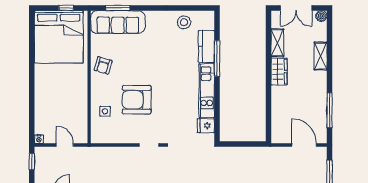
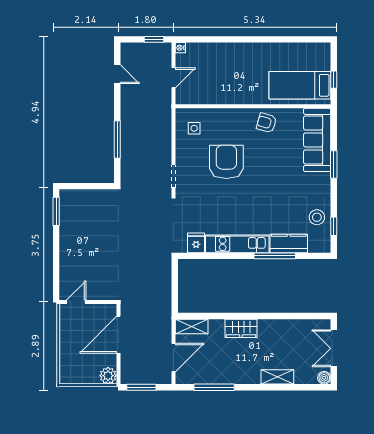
window: (118, 8) -> (334, 165), moved
window: (192, 8) -> (334, 226), added
bed: (59, 37) -> (300, 85), width x0.49
shelving: (277, 43) -> (192, 326), moved
wardrobe: (279, 72) -> (241, 328), moved
side table: (105, 111) -> (194, 128), moved

